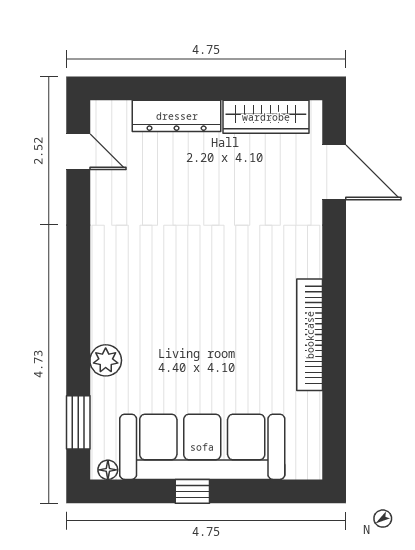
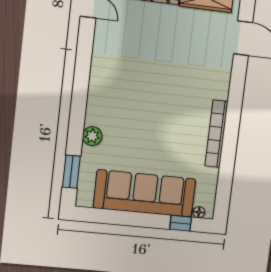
floor lamp: (108, 470) -> (199, 212), moved
window: (192, 491) -> (181, 223), moved

